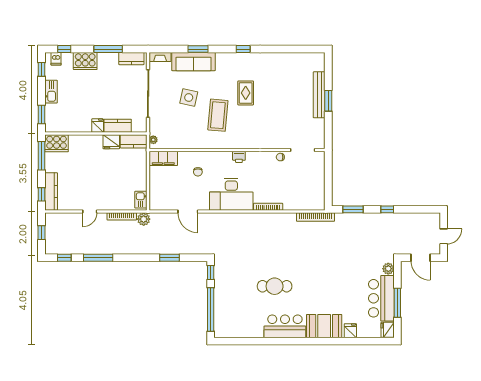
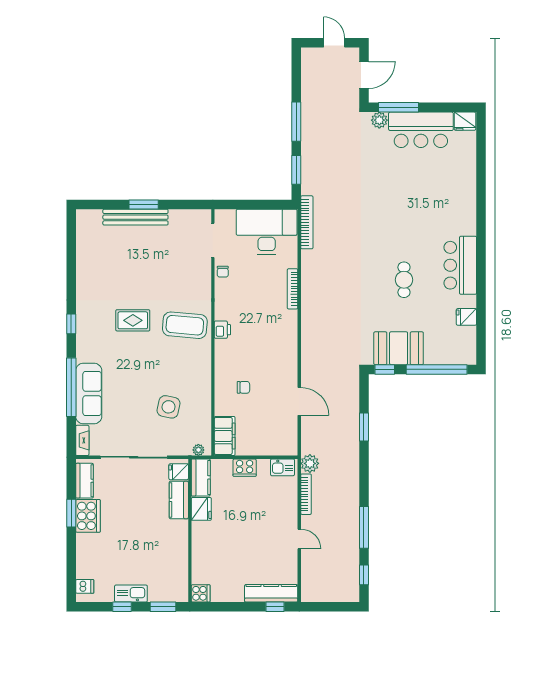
window: (64, 49) -> (71, 575), removed
window: (108, 49) -> (71, 513), width x0.69
window: (198, 49) -> (71, 387), width x2.11
cooker: (85, 61) -> (88, 516), moved
window: (42, 69) -> (122, 607), moved
side table: (189, 97) -> (169, 407), moved
coffee table: (218, 115) -> (185, 325), moved
fridge: (98, 126) -> (179, 472), moved
cooker: (57, 143) -> (201, 593), width x0.53, depth x0.76
window: (42, 156) -> (221, 607), removed
cooker: (141, 173) -> (245, 468), added
desk: (231, 194) -> (267, 232), moved, turned -90
window: (387, 209) -> (296, 122), width x2.17
door: (188, 212) -> (299, 401), hinge flipped
window: (42, 233) -> (329, 607), removed
cafe table: (275, 286) -> (404, 280), width x0.73, depth x0.74
window: (397, 303) -> (399, 107), moved
booth: (324, 326) -> (399, 348), moved, turned 90
fridge: (350, 331) -> (466, 317), moved

